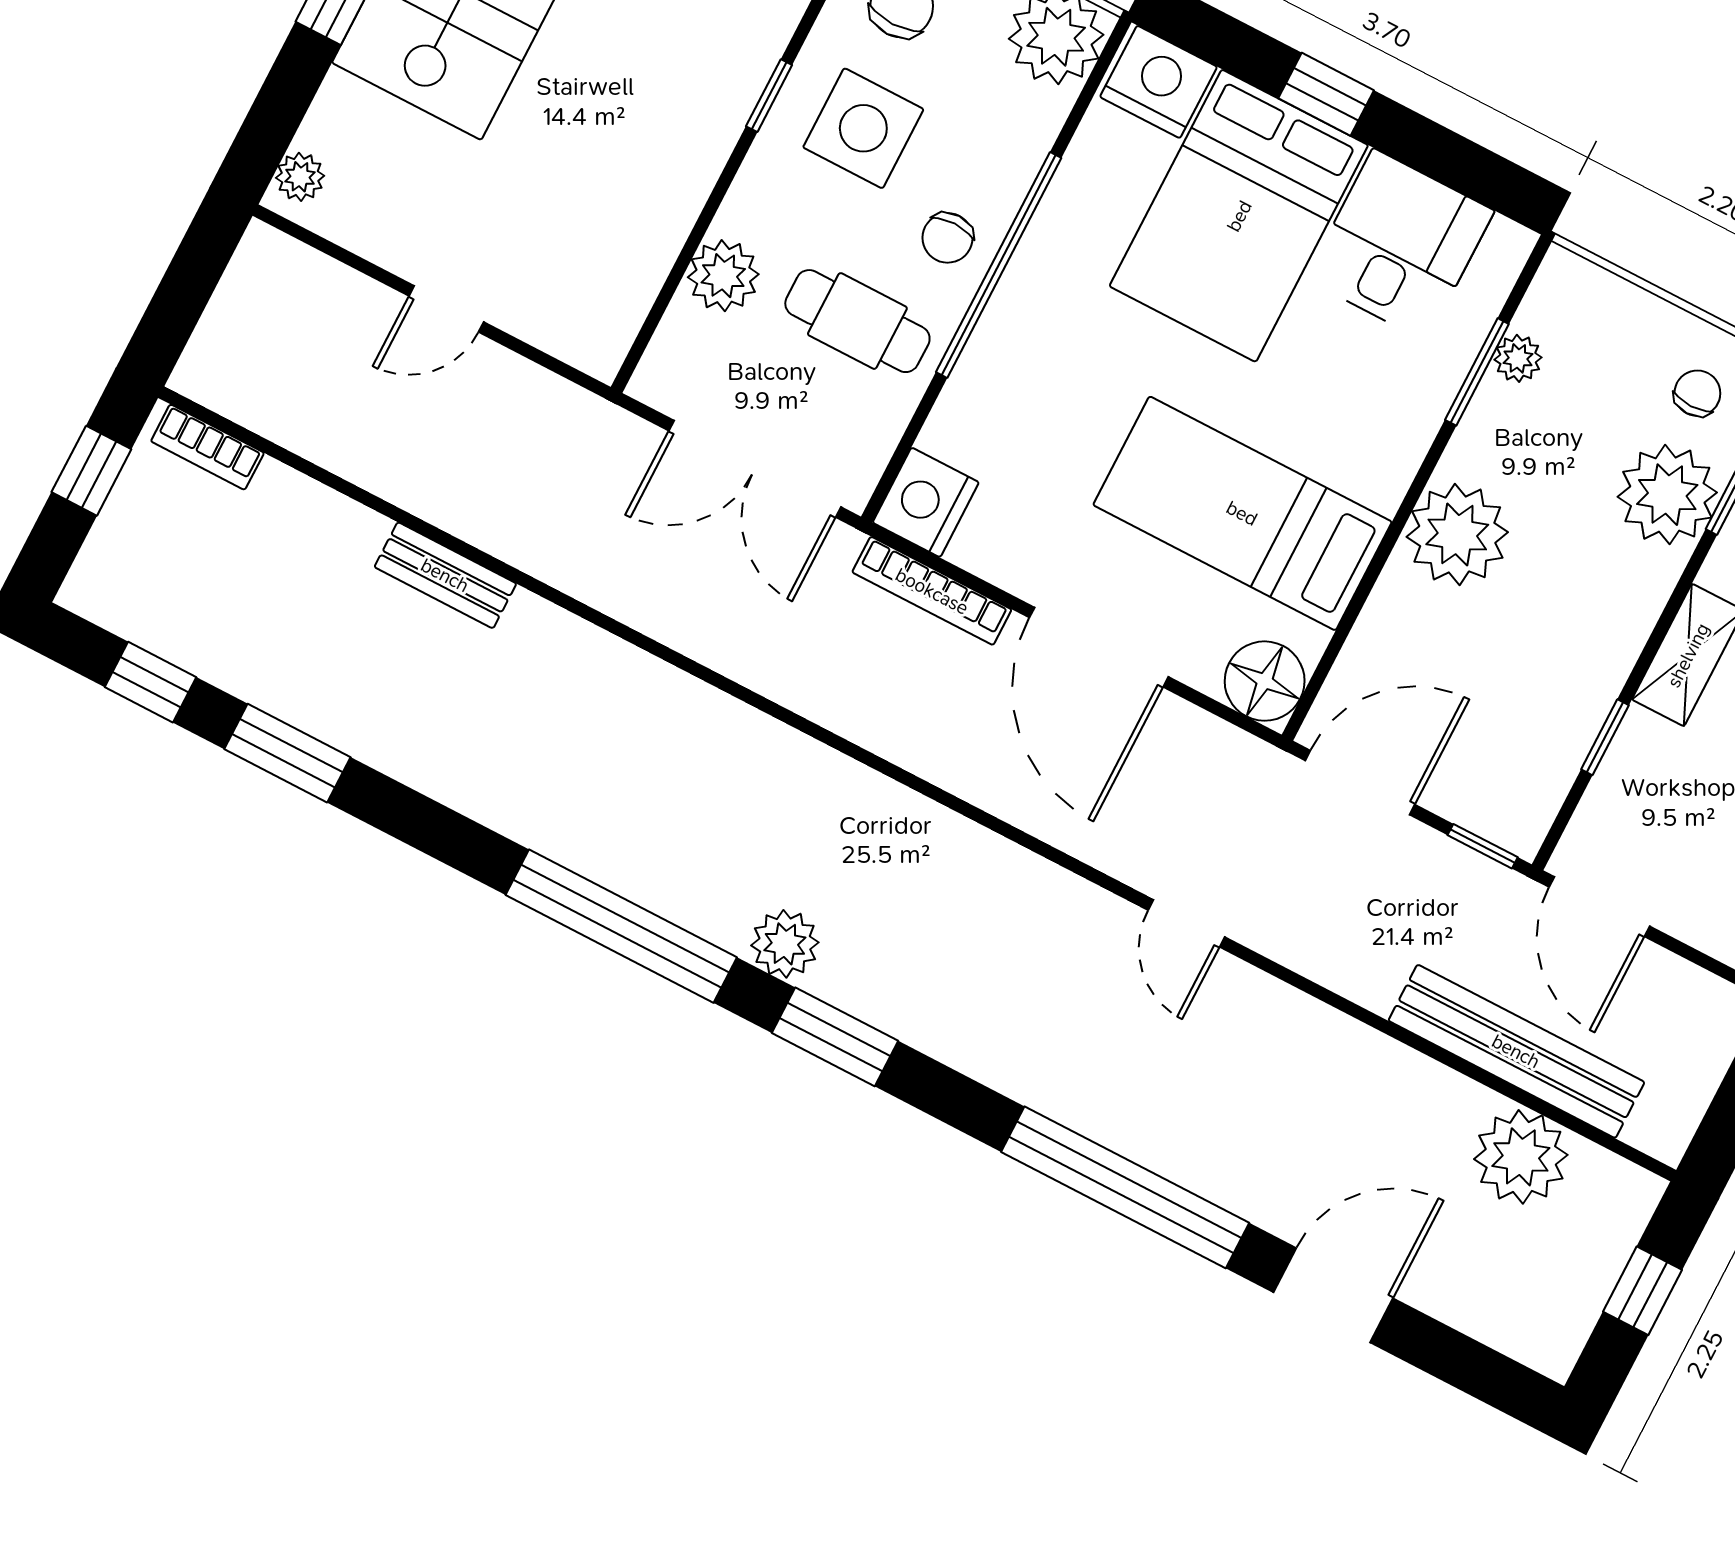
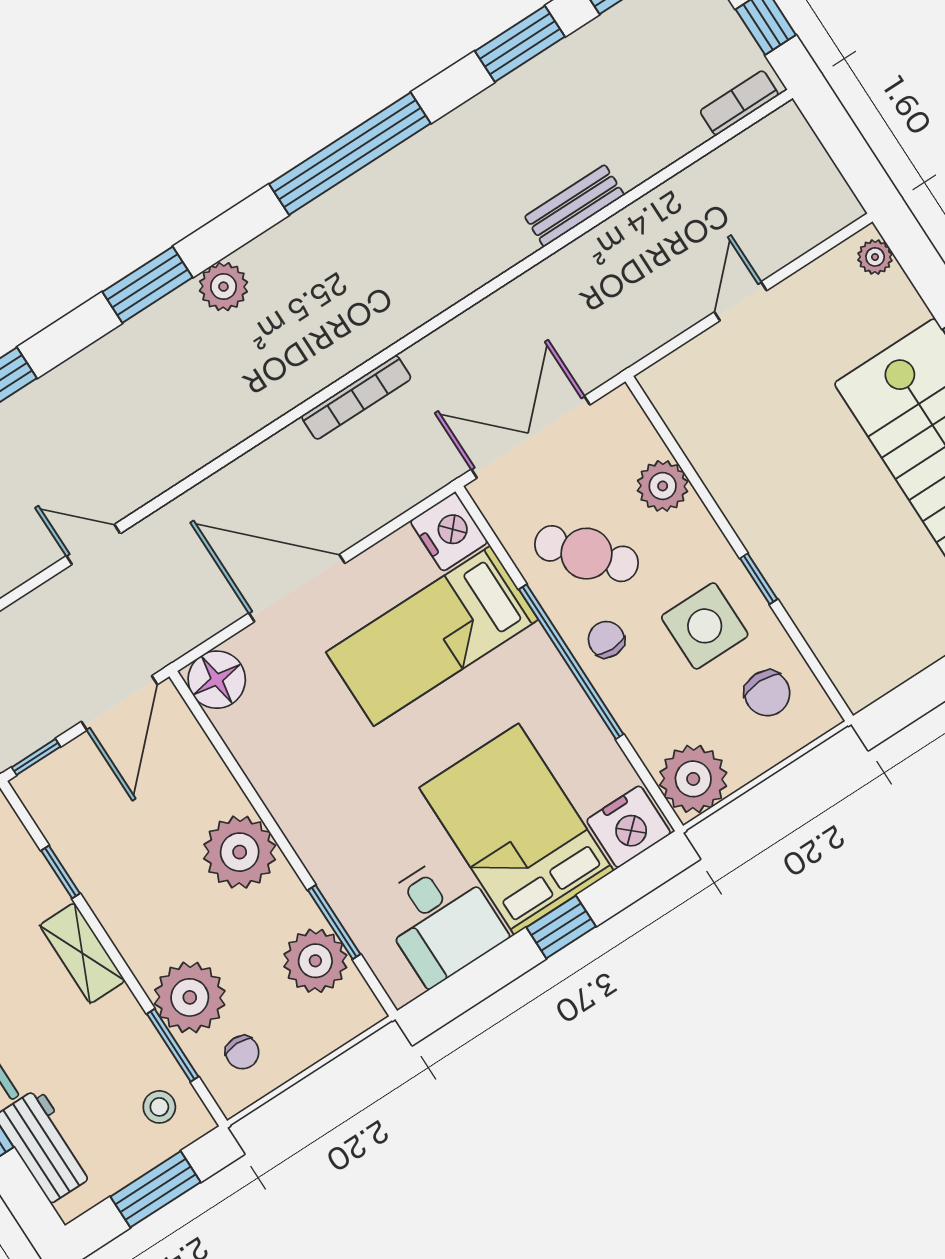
cafe table: (857, 321) -> (586, 554), turned 49
plant: (1518, 358) -> (315, 961), width x1.88, depth x1.88
bed: (1242, 513) -> (432, 636), moved, turned 180
bookcase: (932, 591) -> (356, 397), moved, turned 180
window: (621, 926) -> (350, 154), moved

